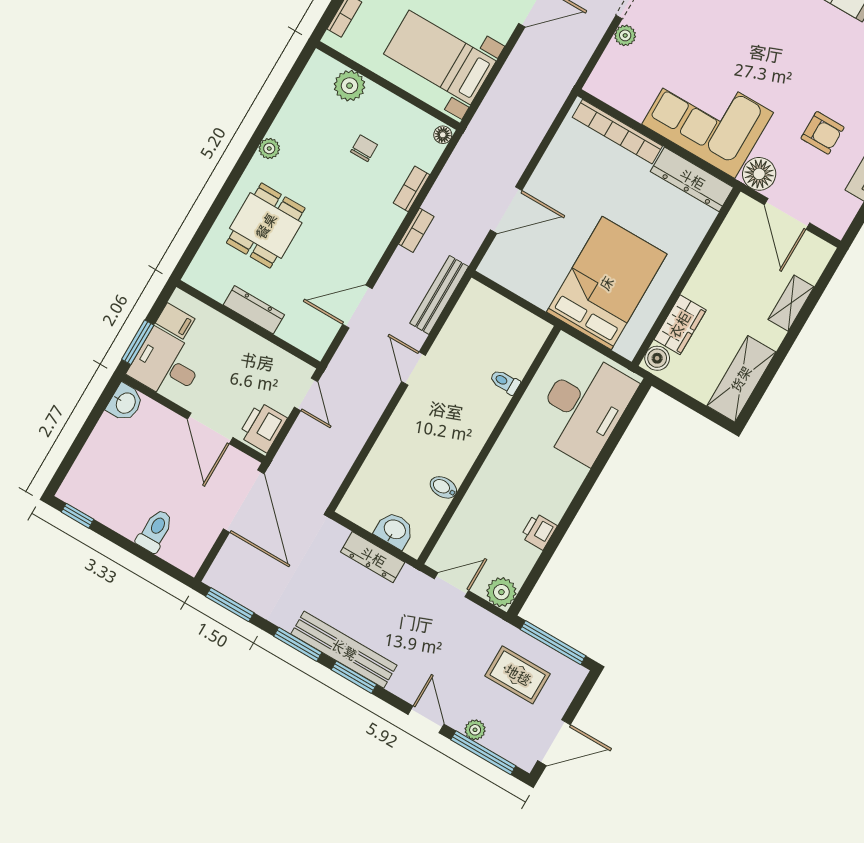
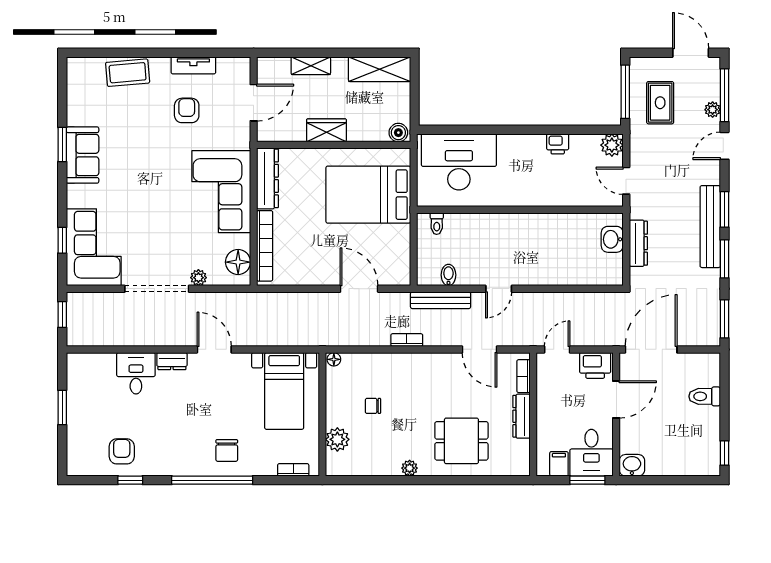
floor lamp: (759, 174) -> (238, 262), moved
bookcase: (411, 189) -> (523, 376), moved, turned 90
wardrobe: (680, 325) -> (326, 130), moved
toilet: (505, 382) -> (437, 224), moved
bidet: (443, 487) -> (448, 275), moved, turned 180

